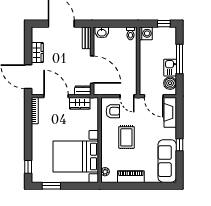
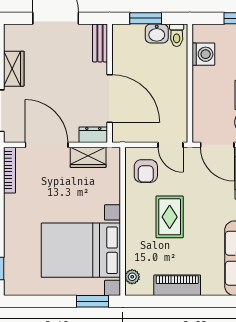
window: (113, 24) -> (146, 18), added
washbasin: (102, 32) -> (157, 34), moved
washing machine: (146, 33) -> (203, 54), moved
armchair: (113, 111) -> (146, 171), turned 90
window: (51, 186) -> (92, 301), moved

